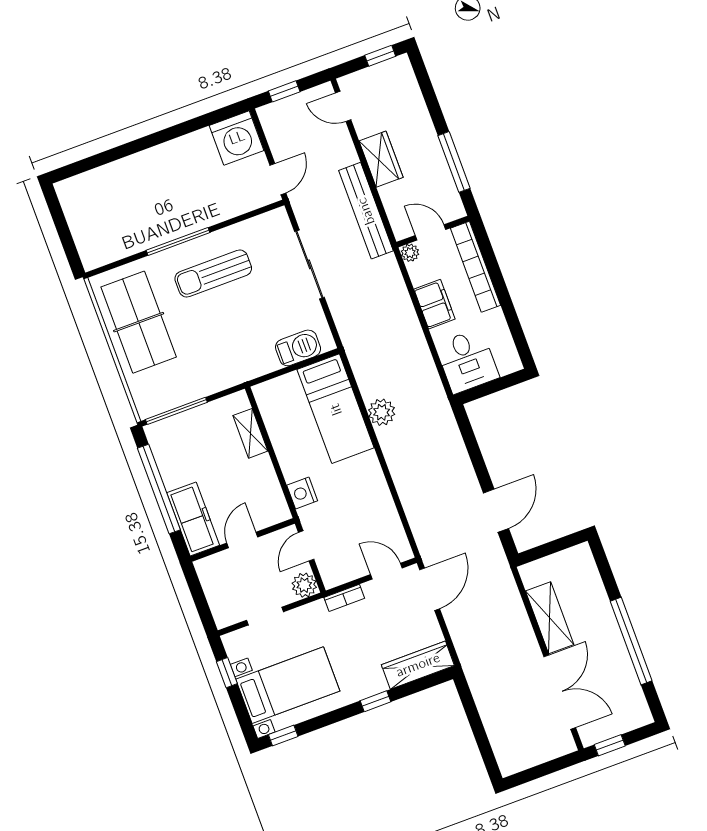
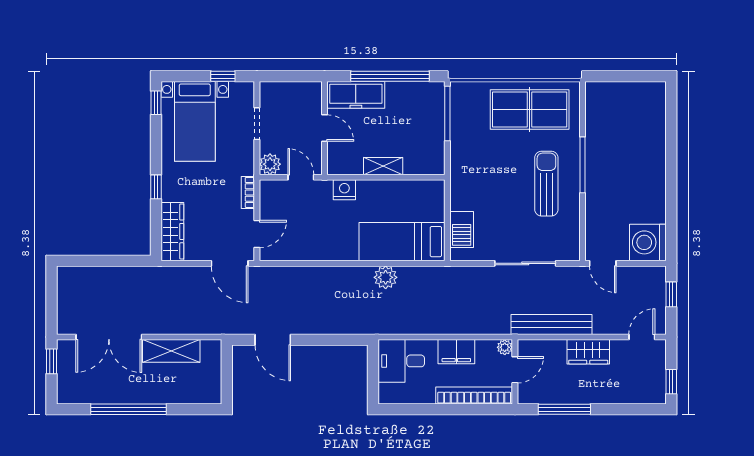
shelving: (250, 433) -> (383, 166), moved

